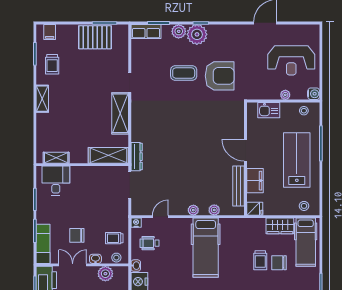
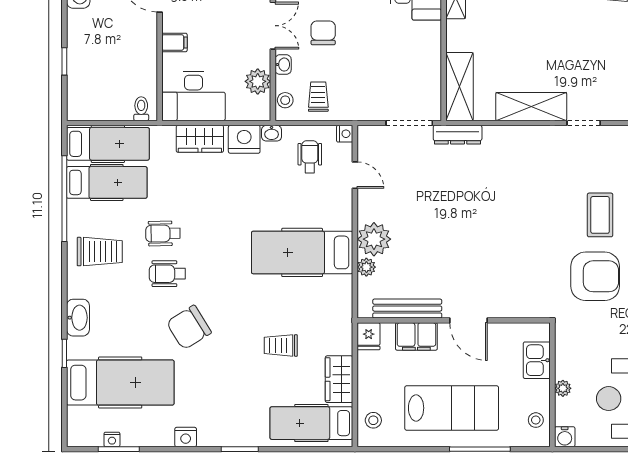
armchair: (220, 76) -> (595, 276), turned -90
door: (245, 150) -> (469, 320), swing flipped
plant: (193, 210) -> (374, 239), width x1.87, depth x1.87
chair: (279, 263) -> (276, 378), removed

